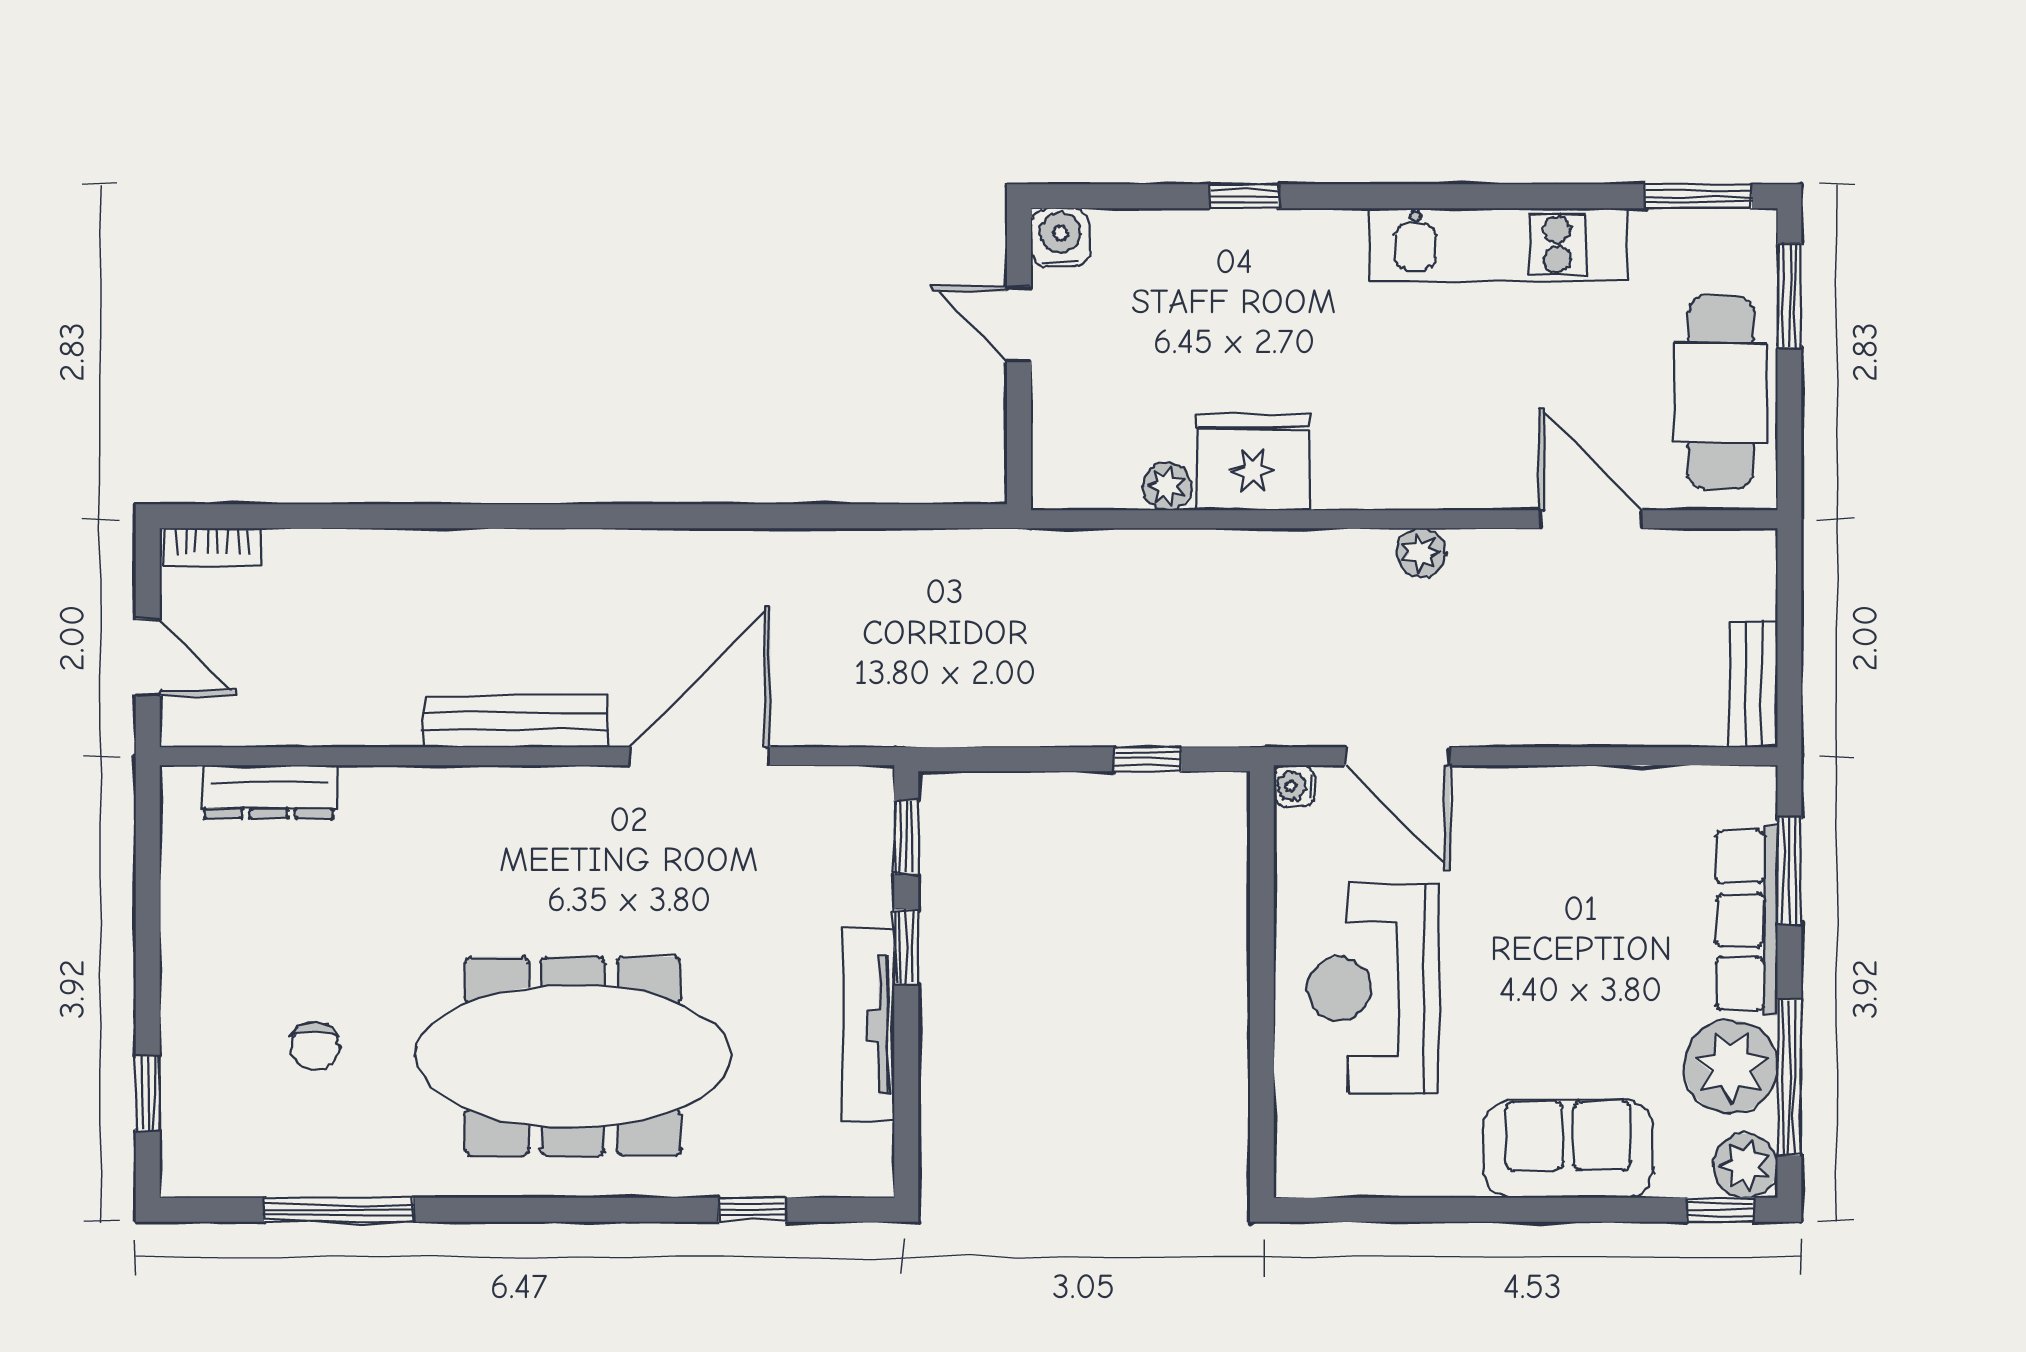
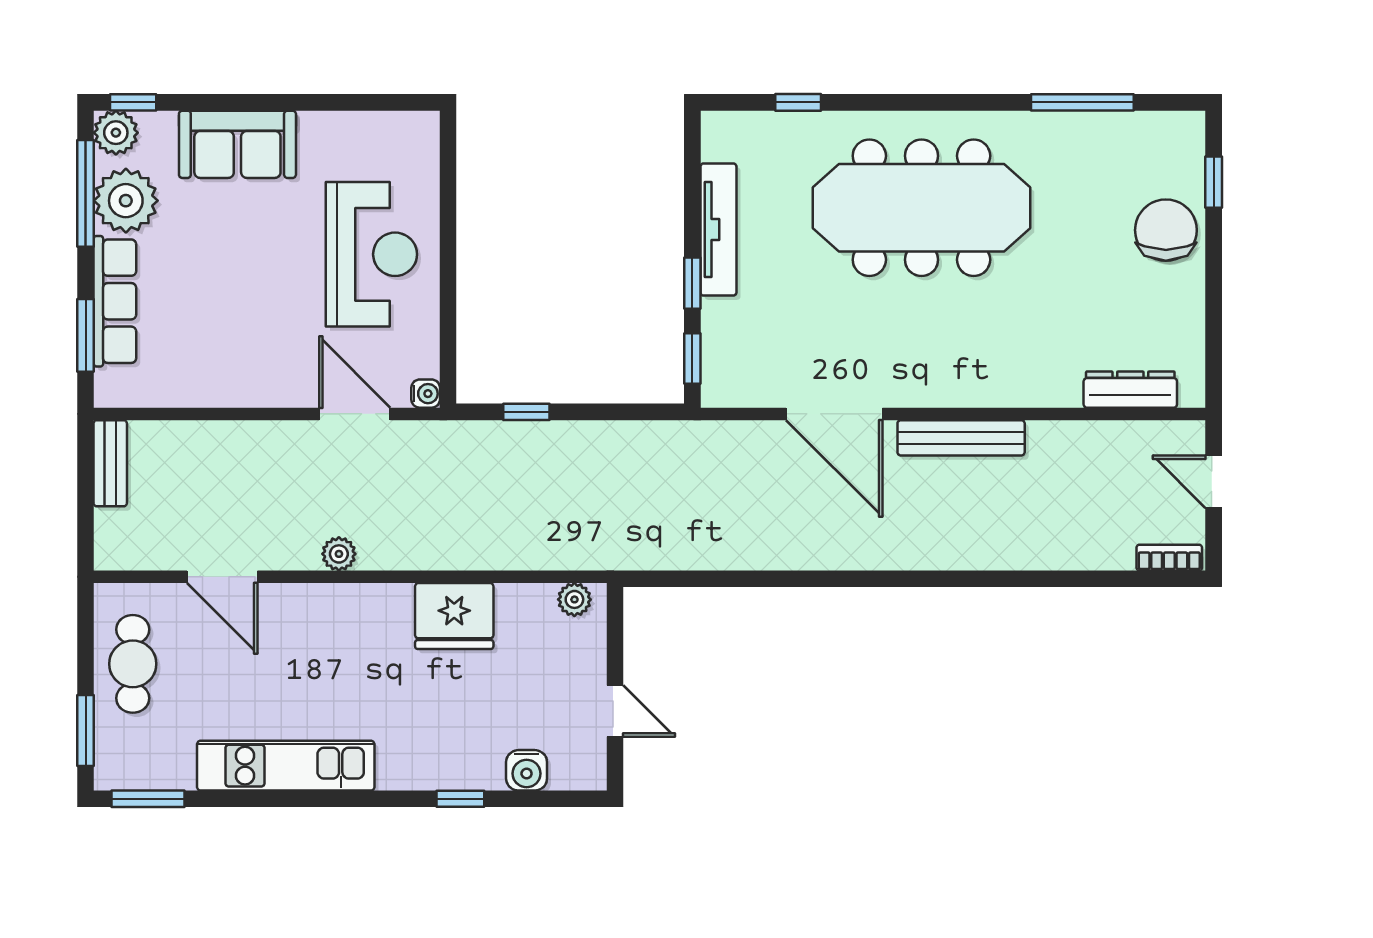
water cooler: (1060, 238) -> (527, 770), moved
cafe table: (1721, 393) -> (133, 664), width x0.73, depth x0.74
plant: (1167, 486) -> (574, 599), moved
door: (700, 756) -> (834, 414), hinge flipped
chair: (315, 1046) -> (1166, 230), moved, width x1.87, depth x1.87

